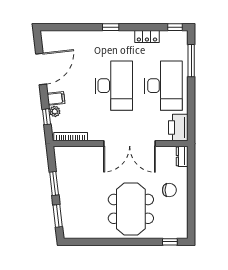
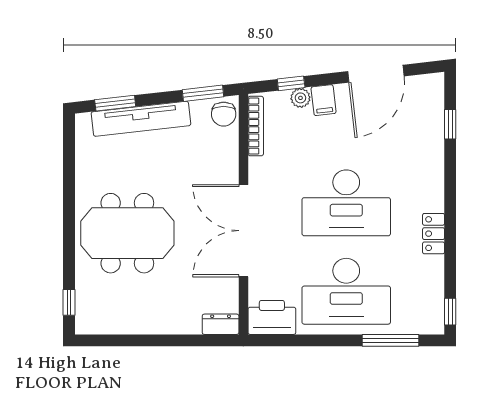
window: (111, 27) -> (450, 124), moved
locker: (147, 36) -> (434, 234), moved
door: (41, 69) -> (376, 74), hinge flipped
window: (54, 183) -> (203, 93), moved
chair: (169, 190) -> (224, 114), moved
tv unit: (66, 201) -> (141, 119), added

